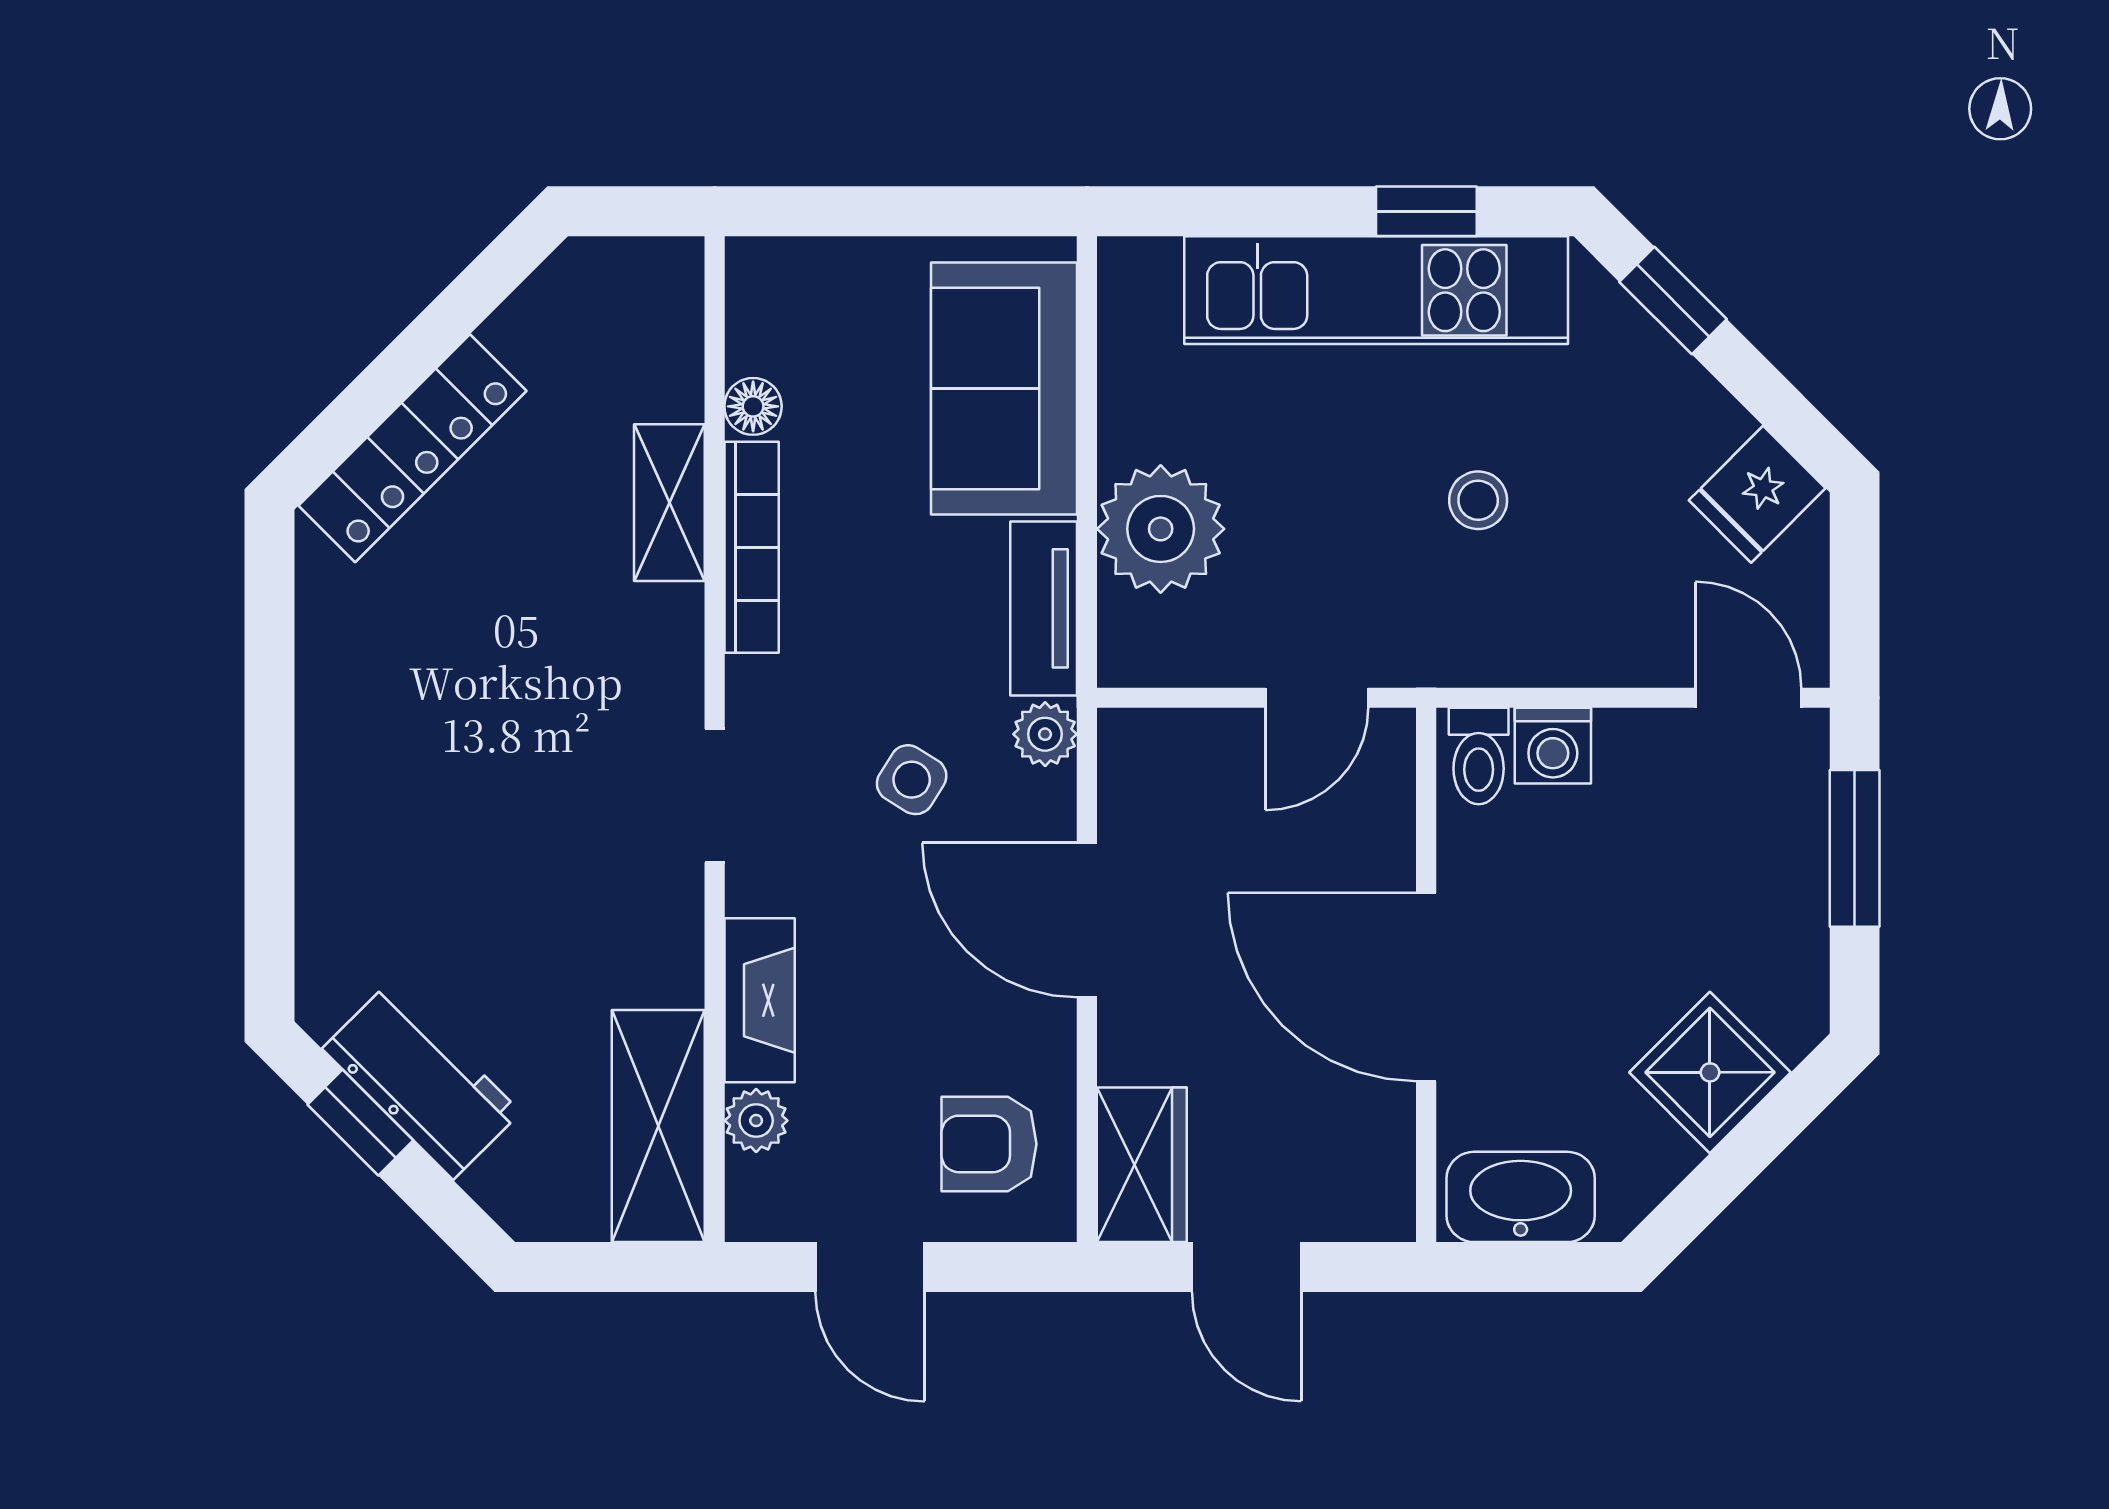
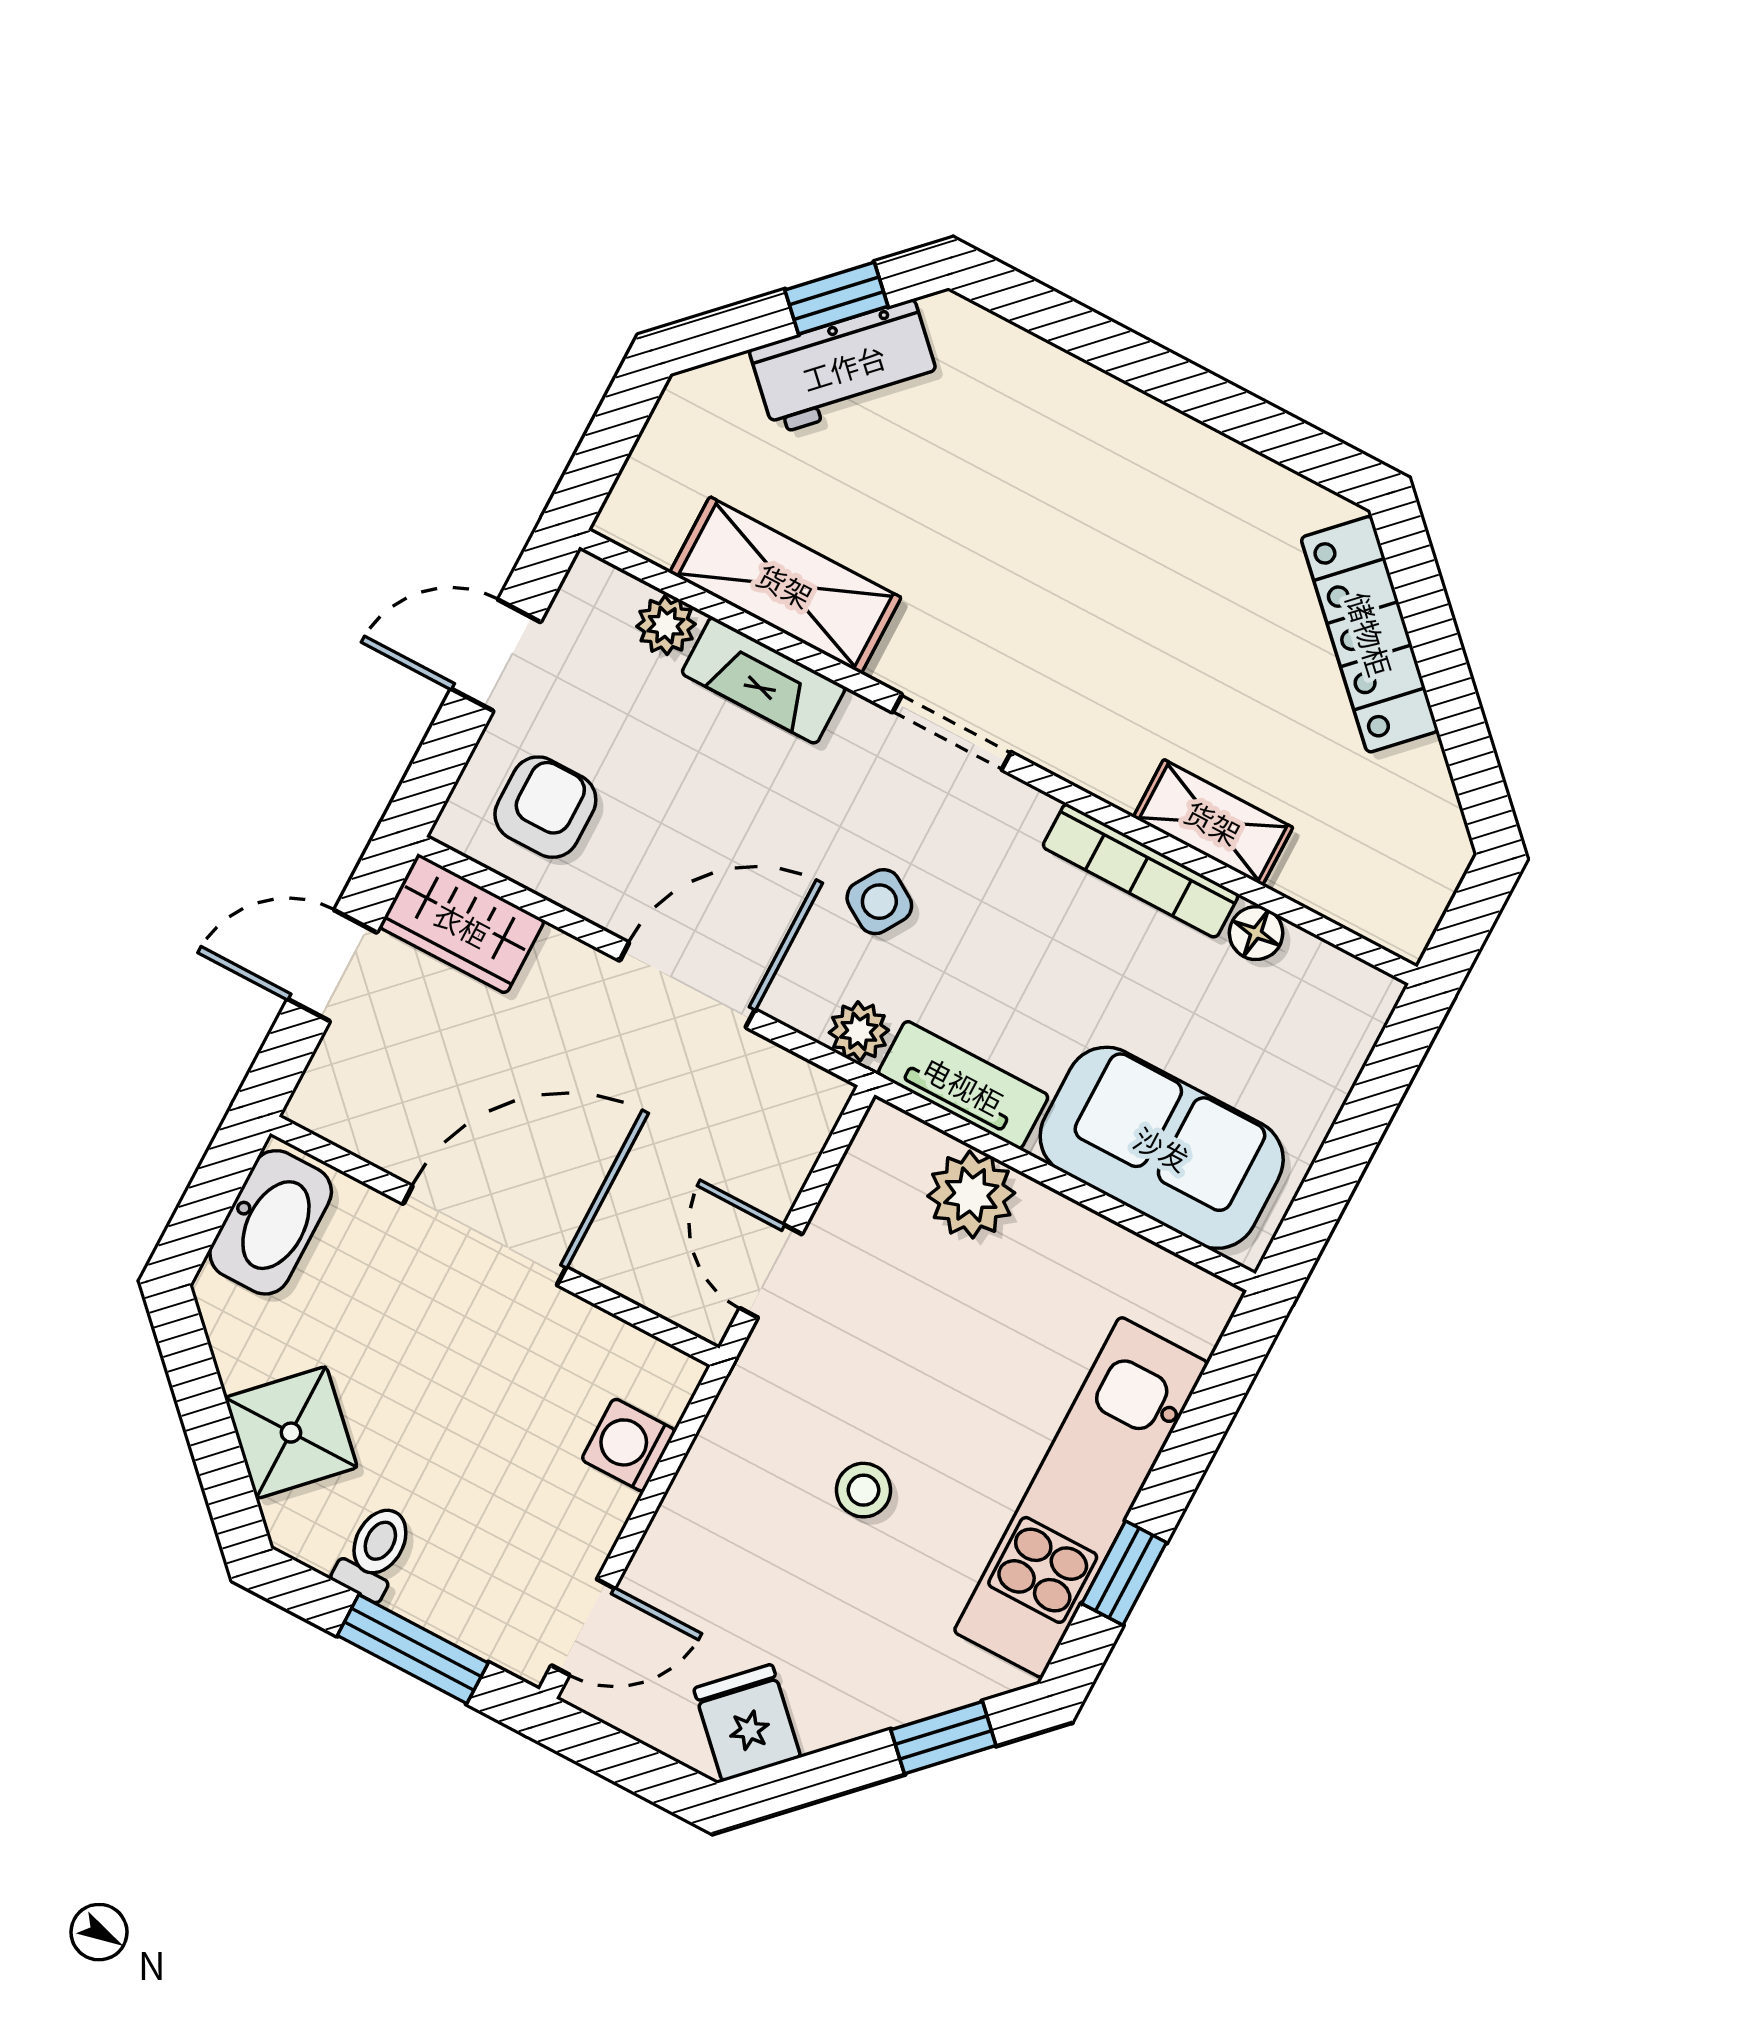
plant: (1161, 529) -> (971, 1194), width x0.73, depth x0.73
toilet: (1479, 756) -> (374, 1552), moved, turned 90
shelving: (658, 1126) -> (785, 585), moved

